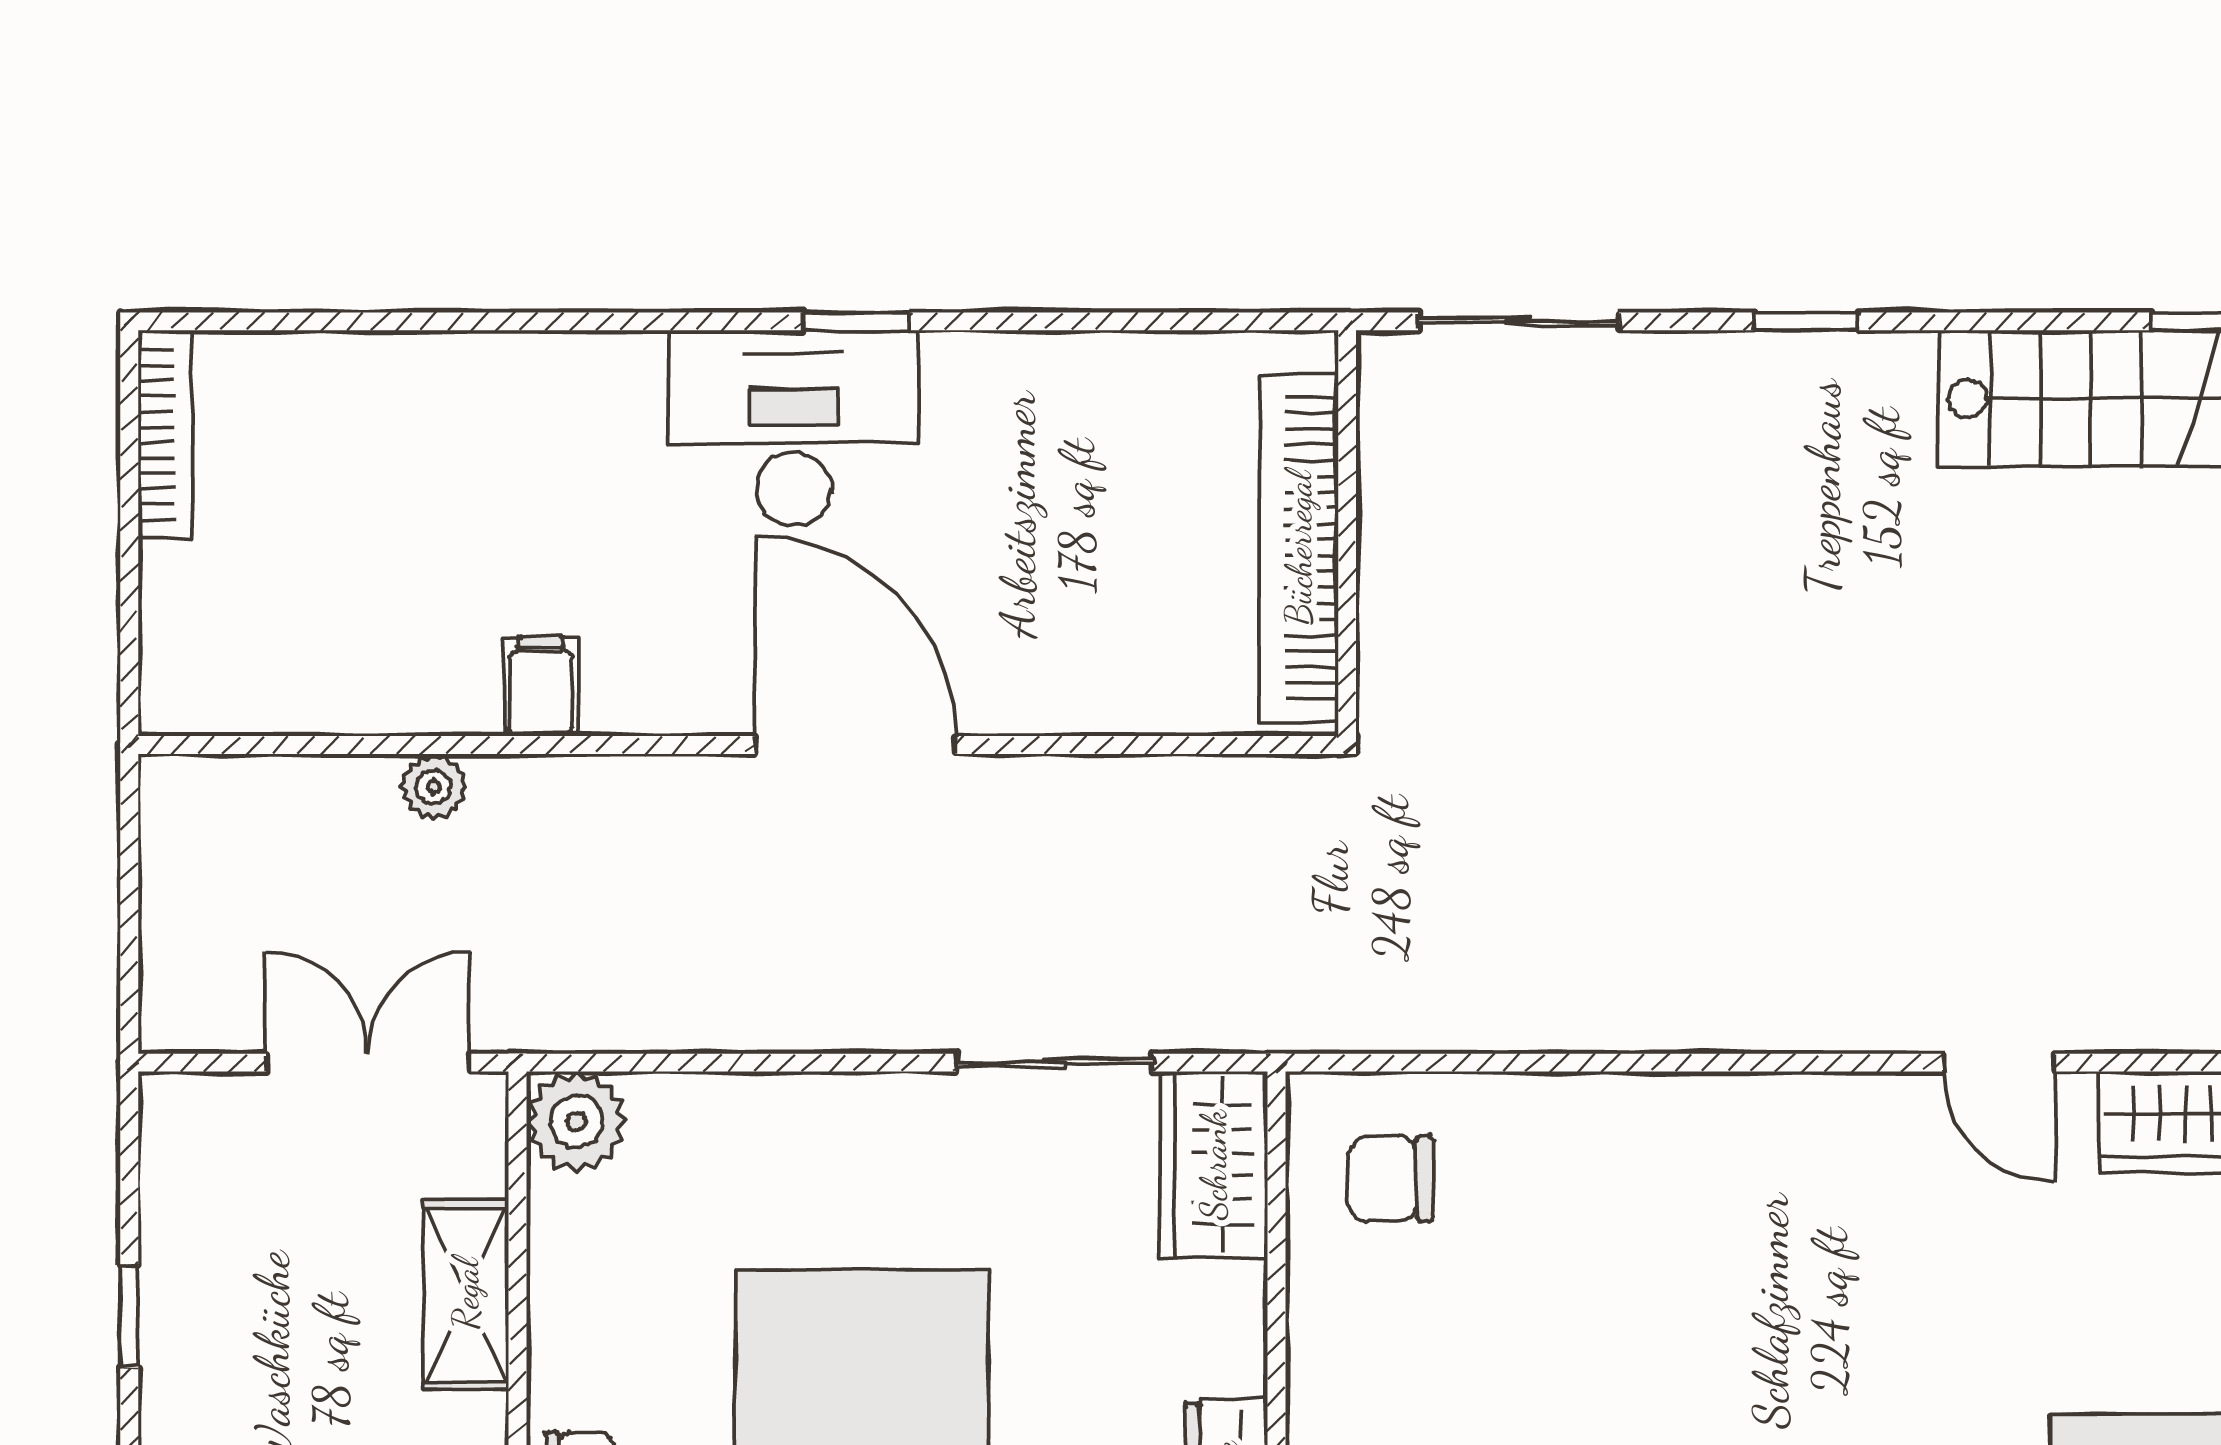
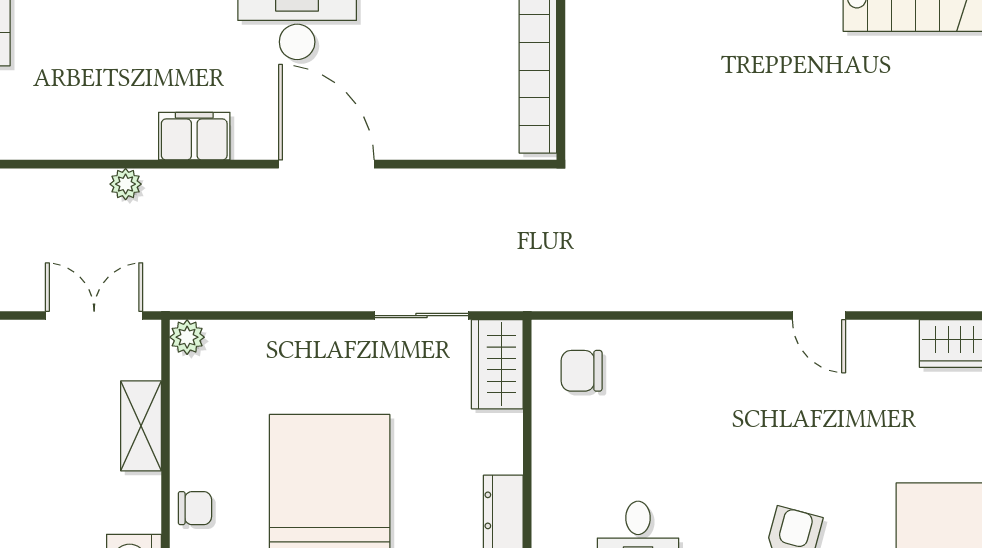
filing cabinet: (540, 686) -> (194, 136), width x2.00
door: (1999, 1063) -> (819, 316), moved
plant: (577, 1122) -> (187, 337), width x0.73, depth x0.73

